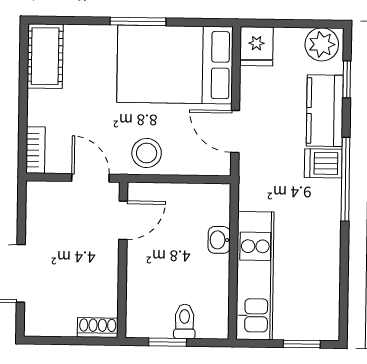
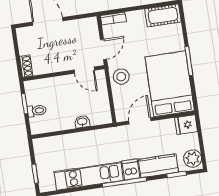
kitchen unit: (255, 276) -> (89, 176), moved, turned 180

